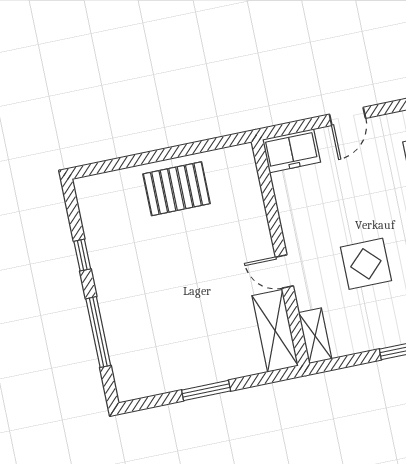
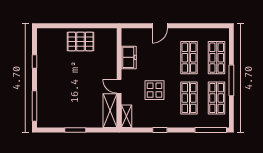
freezer: (292, 151) -> (129, 57), moved, turned -90
window: (98, 332) -> (35, 106), moved

